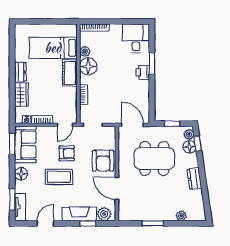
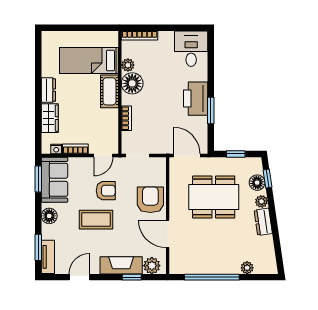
window: (152, 63) -> (211, 111), moved
printer: (143, 72) -> (196, 99), width x1.87, depth x1.48
plant: (189, 134) -> (261, 201), moved
armchair: (103, 161) -> (150, 200), turned 180
window: (153, 223) -> (212, 277), width x2.11

